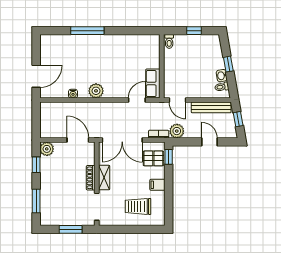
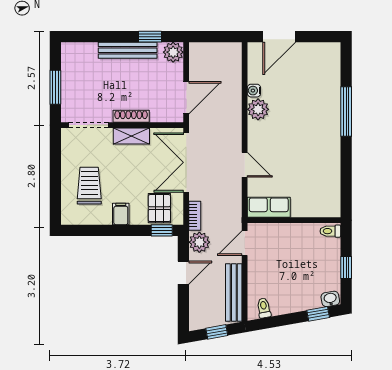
window: (228, 64) -> (318, 314), moved
door: (36, 76) -> (279, 37), hinge flipped
washbasin: (222, 76) -> (330, 299), moved
plant: (96, 91) -> (258, 109), moved
door: (137, 100) -> (245, 165), moved
door: (209, 142) -> (183, 273), moved
bench: (45, 180) -> (128, 50), added
window: (36, 201) -> (97, 37), removed

